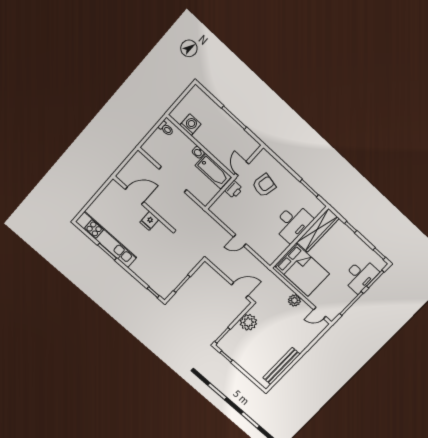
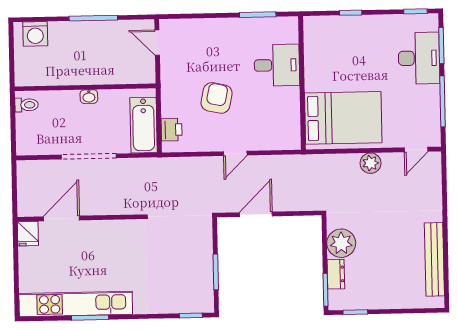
washing machine: (190, 125) -> (35, 34), moved, turned 180
door: (242, 169) -> (157, 43), moved
bathtub: (213, 171) -> (144, 125), moved, turned 90
armchair: (264, 185) -> (217, 98), moved
printer: (234, 190) -> (172, 130), moved
fridge: (149, 221) -> (28, 234), moved
desk: (292, 223) -> (277, 65), width x0.73
wardrobe: (318, 230) -> (316, 53), removed
door: (240, 290) -> (256, 214), moved
dresser: (233, 333) -> (336, 274), added

